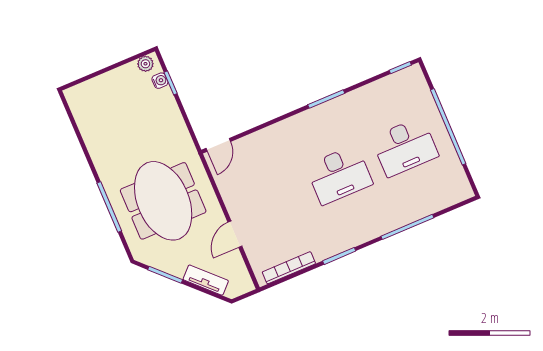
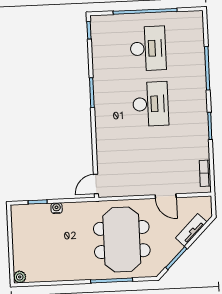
plant: (145, 64) -> (20, 277), moved
water cooler: (160, 81) -> (57, 208), moved
door: (218, 145) -> (96, 184), swing flipped
meeting table: (163, 201) -> (122, 240), turned 90
bookcase: (289, 268) -> (205, 173), width x0.64

